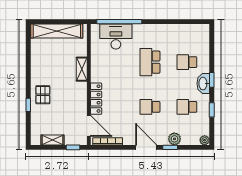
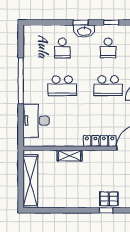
window: (119, 22) -> (21, 81), moved
pallet: (43, 95) -> (109, 199), moved
school desk: (150, 107) -> (108, 86), width x1.85

